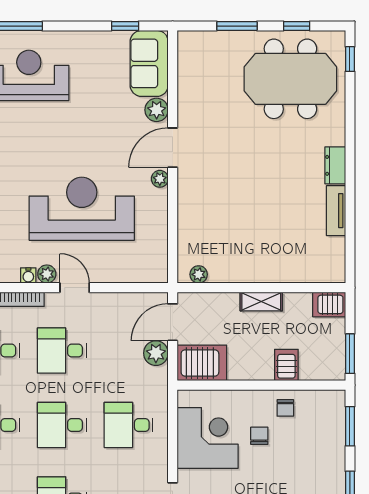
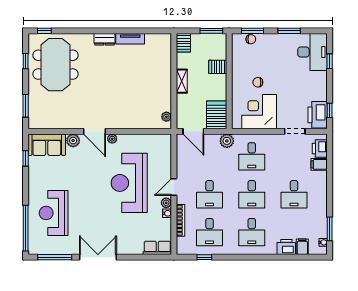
window: (237, 26) -> (26, 106), moved
plant: (156, 353) -> (227, 141), moved
chair: (285, 408) -> (251, 39), moved

